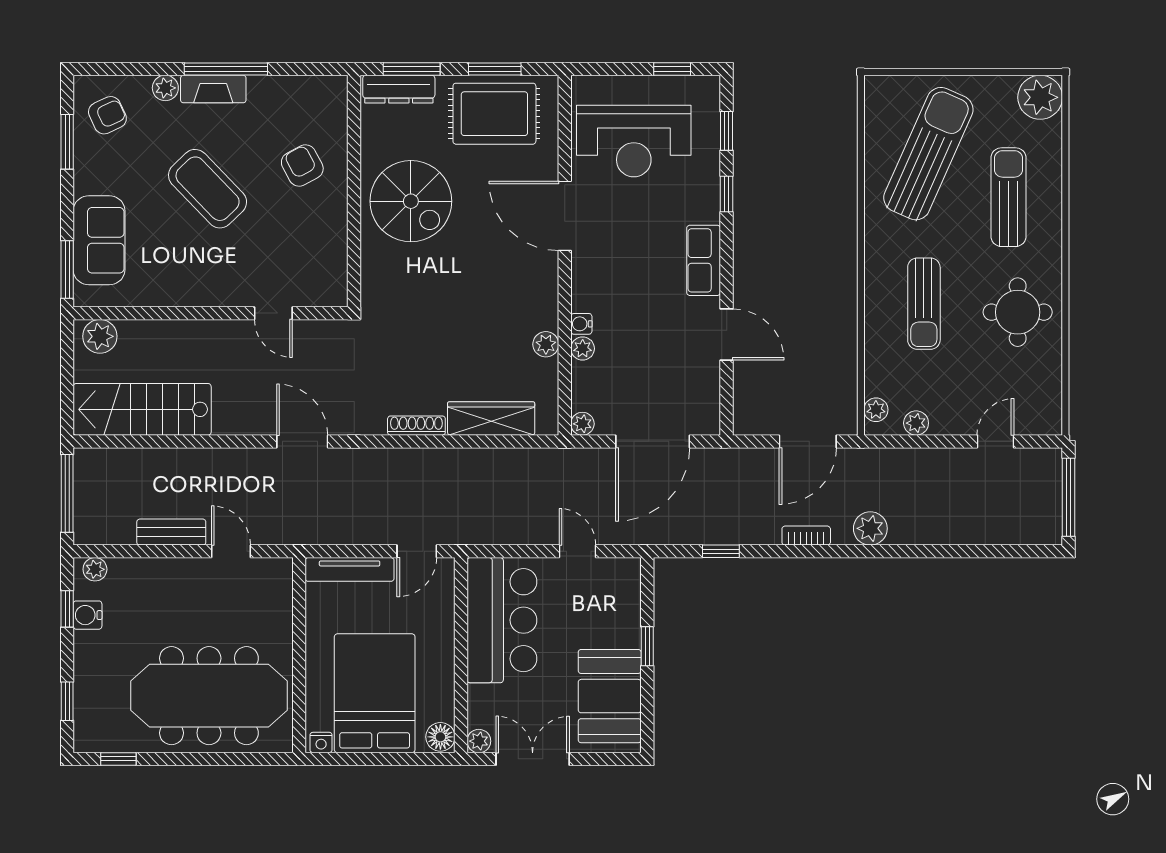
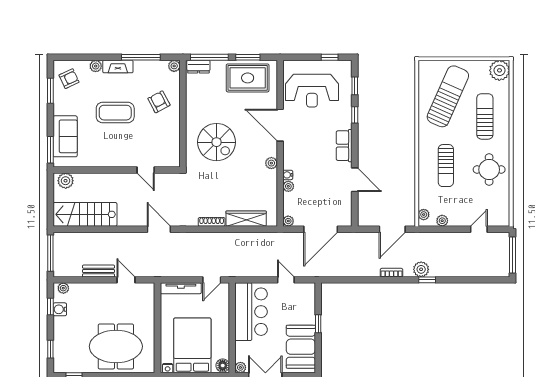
window: (226, 69) -> (141, 57), moved
window: (412, 69) -> (209, 57), width x1.44
plant: (335, 88) -> (174, 66), added
dresser: (399, 89) -> (198, 67), width x0.70
coffee table: (208, 189) -> (115, 113), turned -46
spiral stairs: (411, 201) -> (217, 142), moved
plant: (546, 344) -> (271, 163), moved
window: (721, 551) -> (427, 280), moved
meeting table: (209, 696) -> (116, 346), width x0.73

